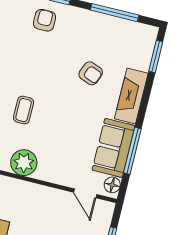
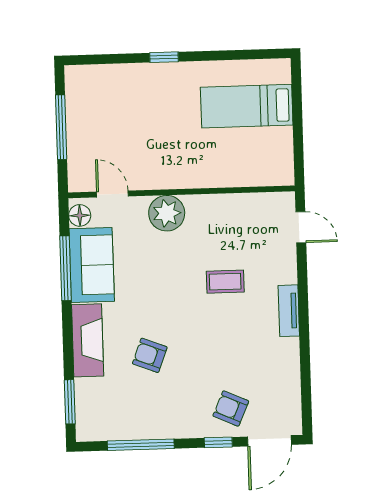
armchair: (45, 20) -> (231, 408), turned 114
coffee table: (24, 110) -> (225, 282), turned 90
plant: (24, 163) -> (167, 213), moved

